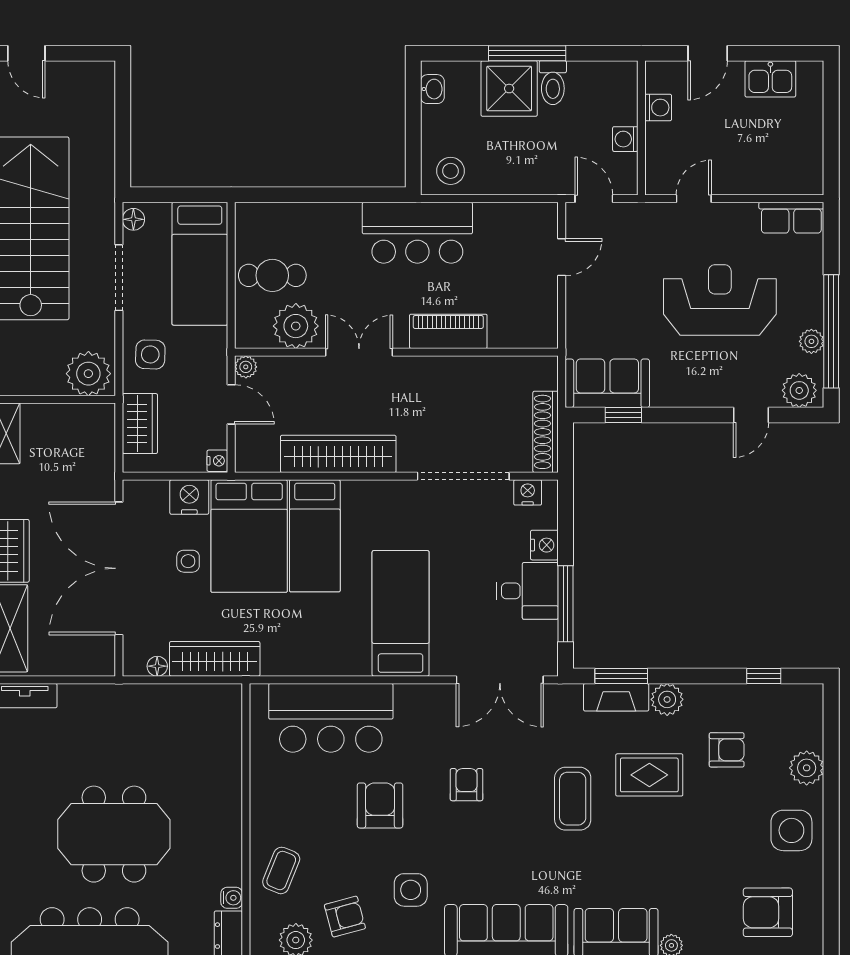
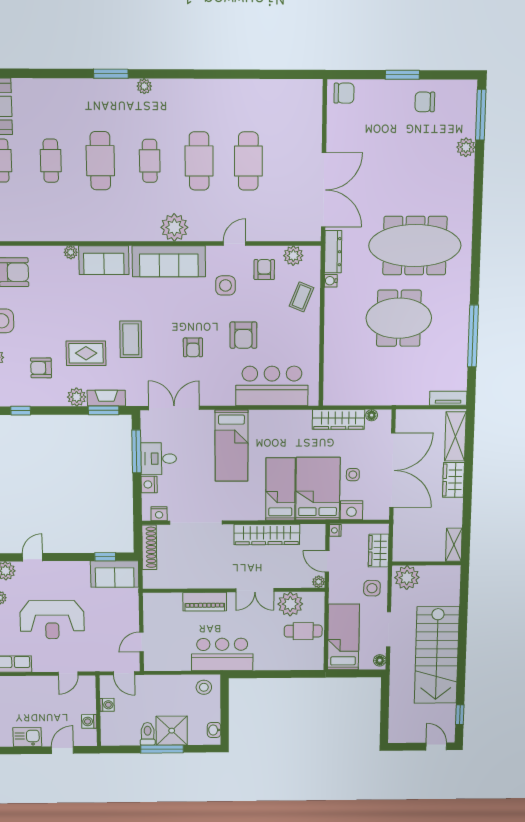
armchair: (345, 917) -> (264, 270), turned 105

